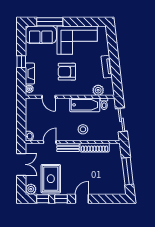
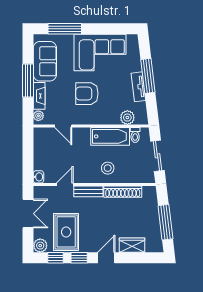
sofa: (41, 35) -> (45, 61), moved, turned -90
window: (114, 58) -> (148, 76), added
window: (21, 62) -> (28, 80), width x2.17
wardrobe: (102, 189) -> (132, 245), added

